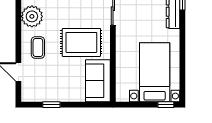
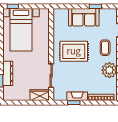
sofa: (98, 81) -> (84, 17), moved, turned 90

